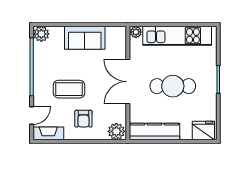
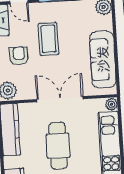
sofa: (85, 38) -> (103, 59), width x1.36
armchair: (83, 119) -> (19, 56), turned 90

